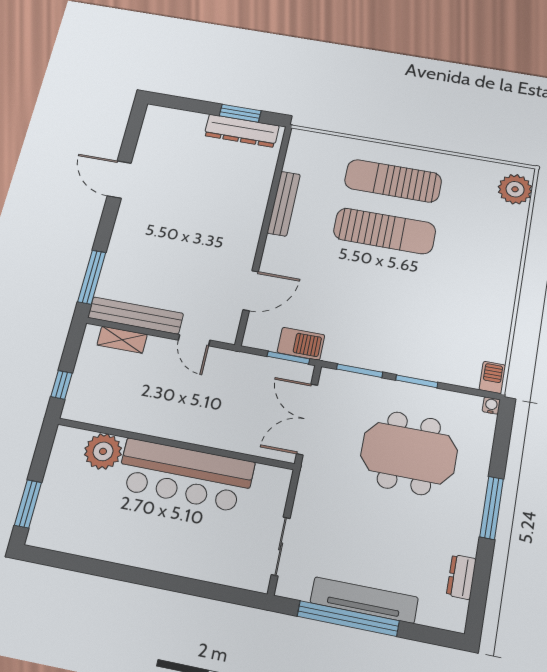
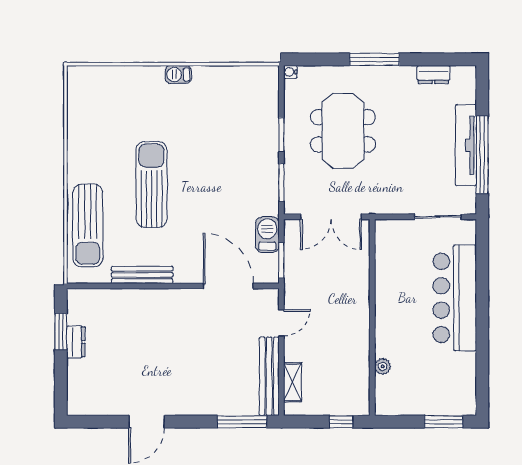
dresser: (242, 131) -> (76, 342), width x0.51, depth x0.80
sun lounger: (393, 181) -> (88, 225), moved
plant: (515, 189) -> (90, 80), removed
door: (251, 291) -> (228, 286), width x1.36
window: (288, 358) -> (281, 260), moved
barbecue: (492, 377) -> (178, 74), moved
plant: (103, 451) -> (383, 366), width x0.53, depth x0.53
bar counter: (185, 475) -> (455, 298), moved, turned 180

